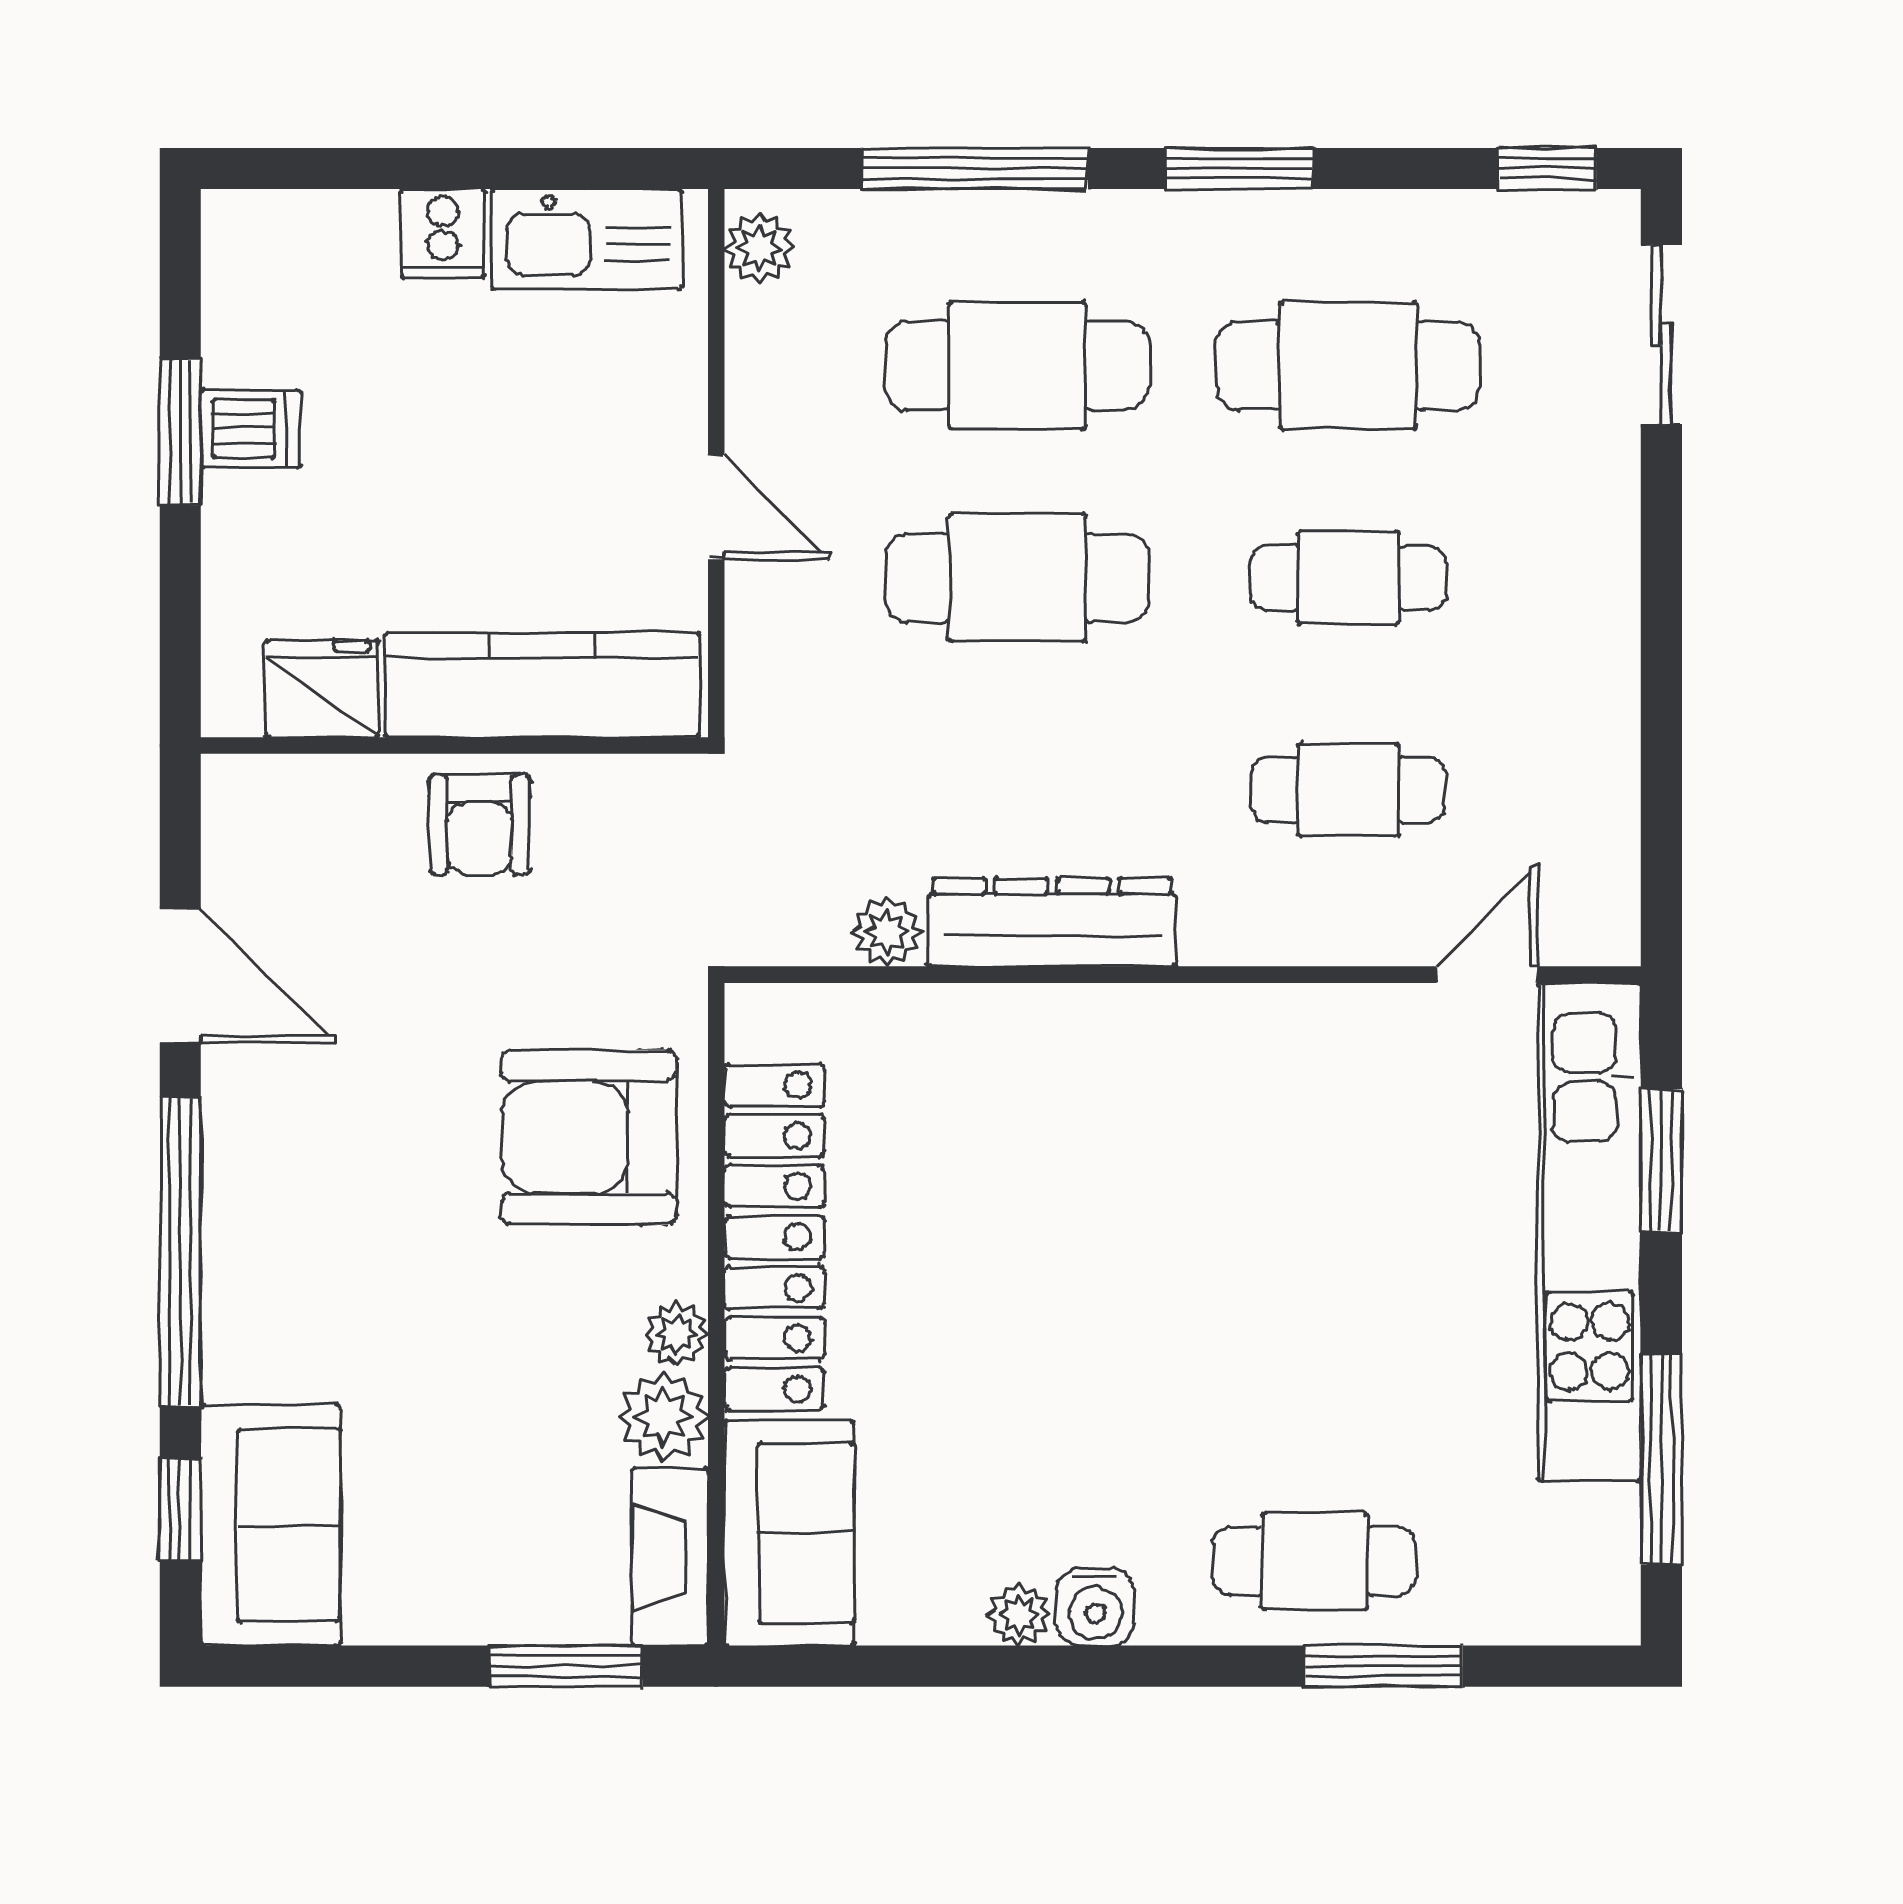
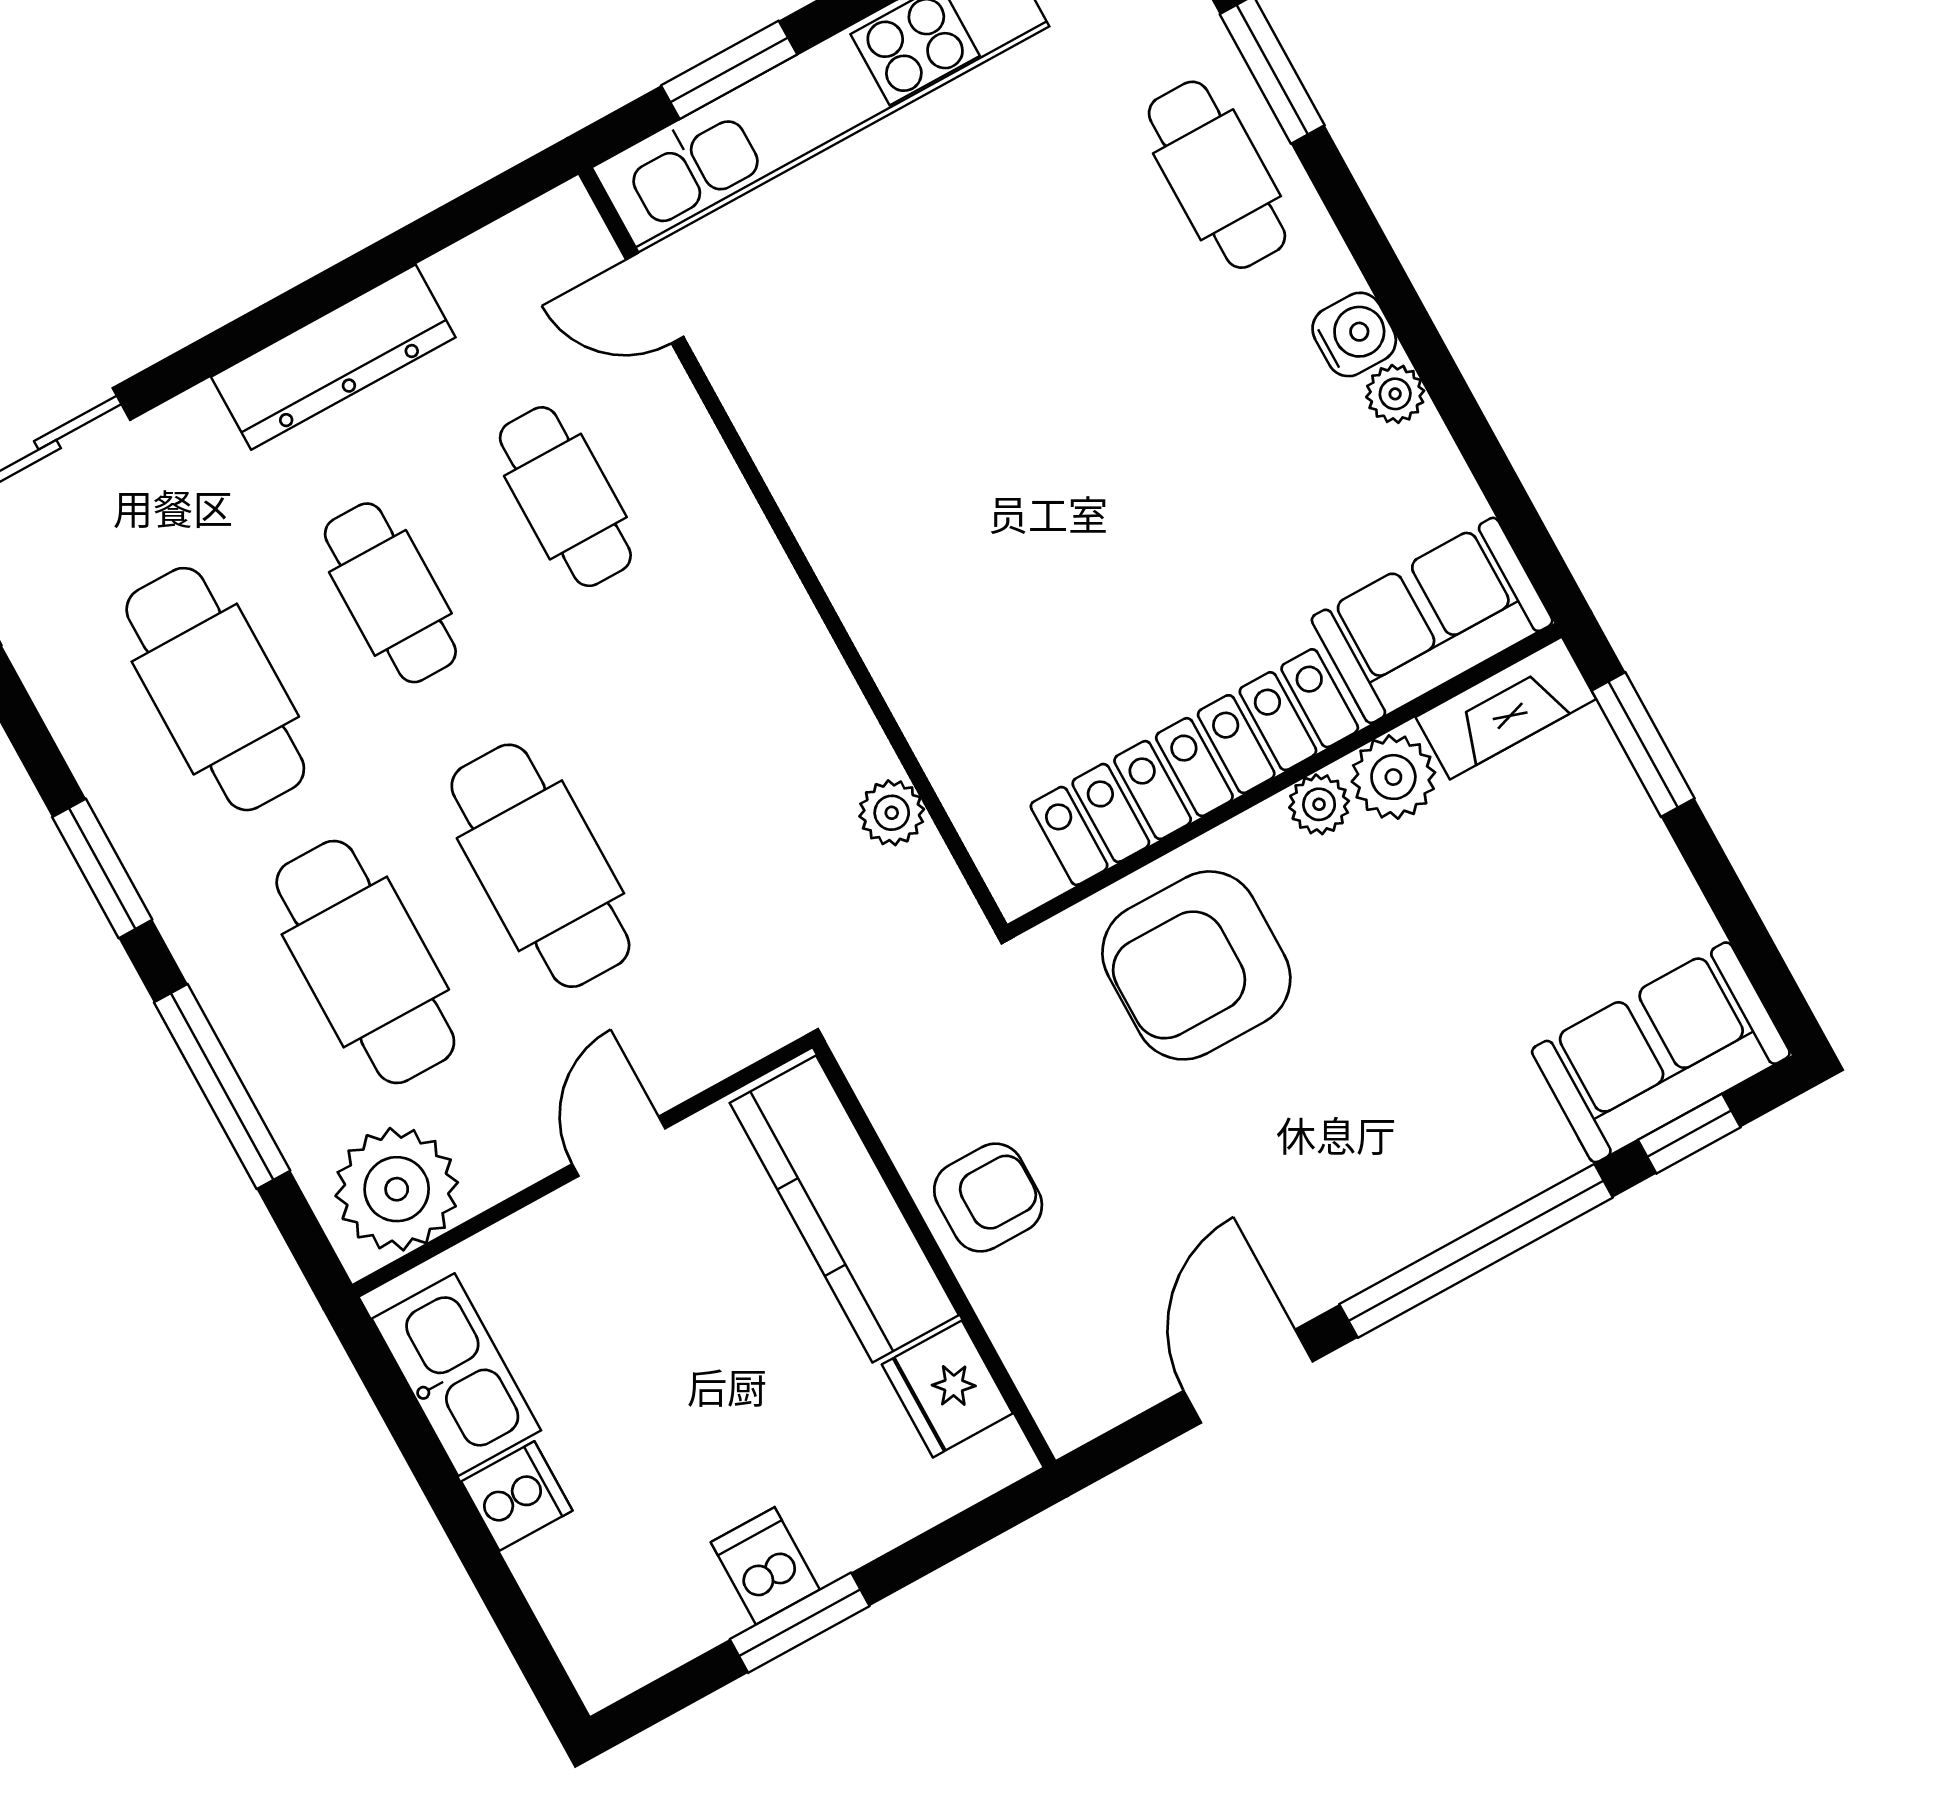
plant: (759, 248) -> (397, 1189), width x1.88, depth x1.88
dresser: (1052, 922) -> (333, 357), moved, turned -90
armchair: (589, 1137) -> (1196, 965), turned 90

